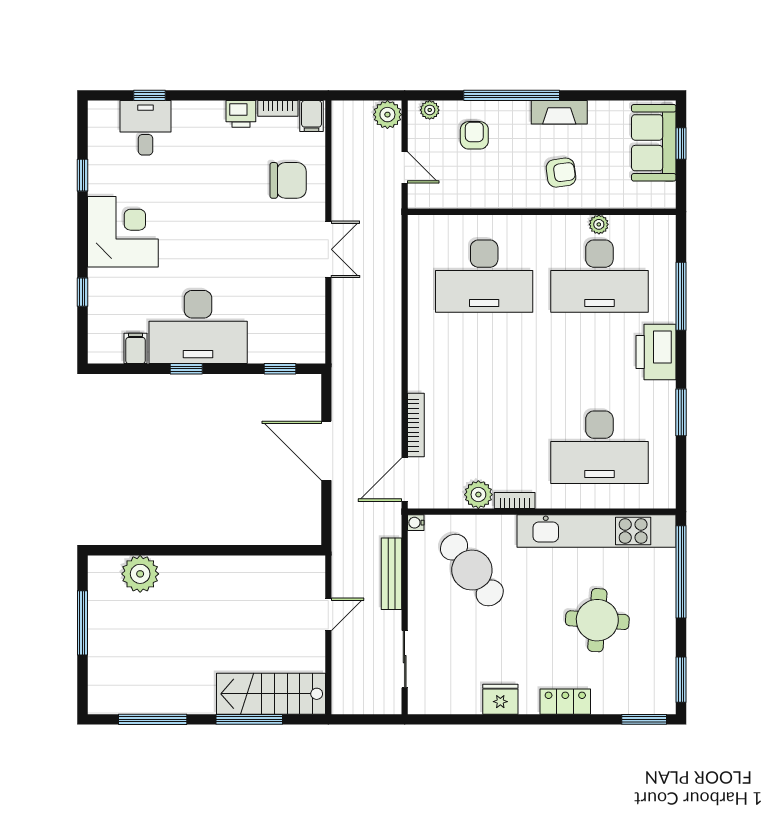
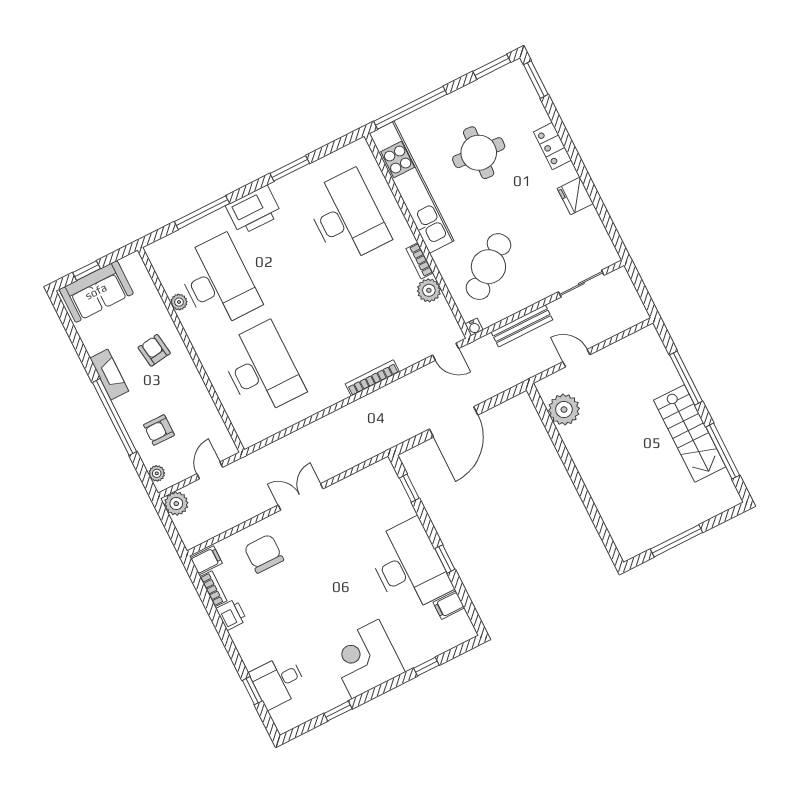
bookcase: (416, 425) -> (372, 378), moved
door: (405, 480) -> (446, 352), width x0.73
plant: (140, 574) -> (564, 410), moved
stairs: (271, 694) -> (690, 433), moved

